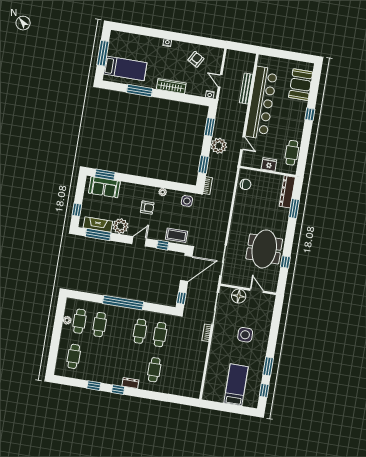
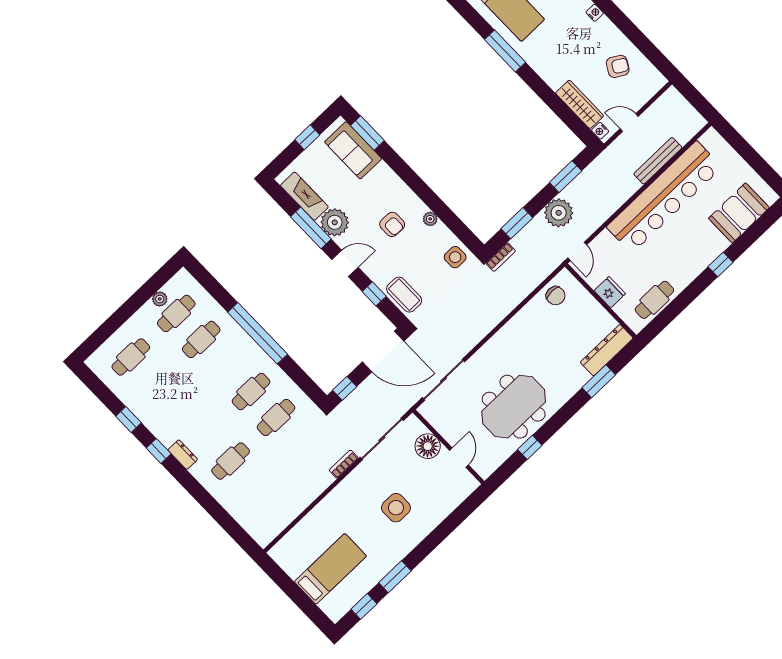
door: (220, 81) -> (629, 123), hinge flipped
wardrobe: (171, 86) -> (580, 104), moved
door: (243, 143) -> (577, 251), moved
window: (77, 210) -> (307, 137), moved
window: (98, 234) -> (311, 228), moved

